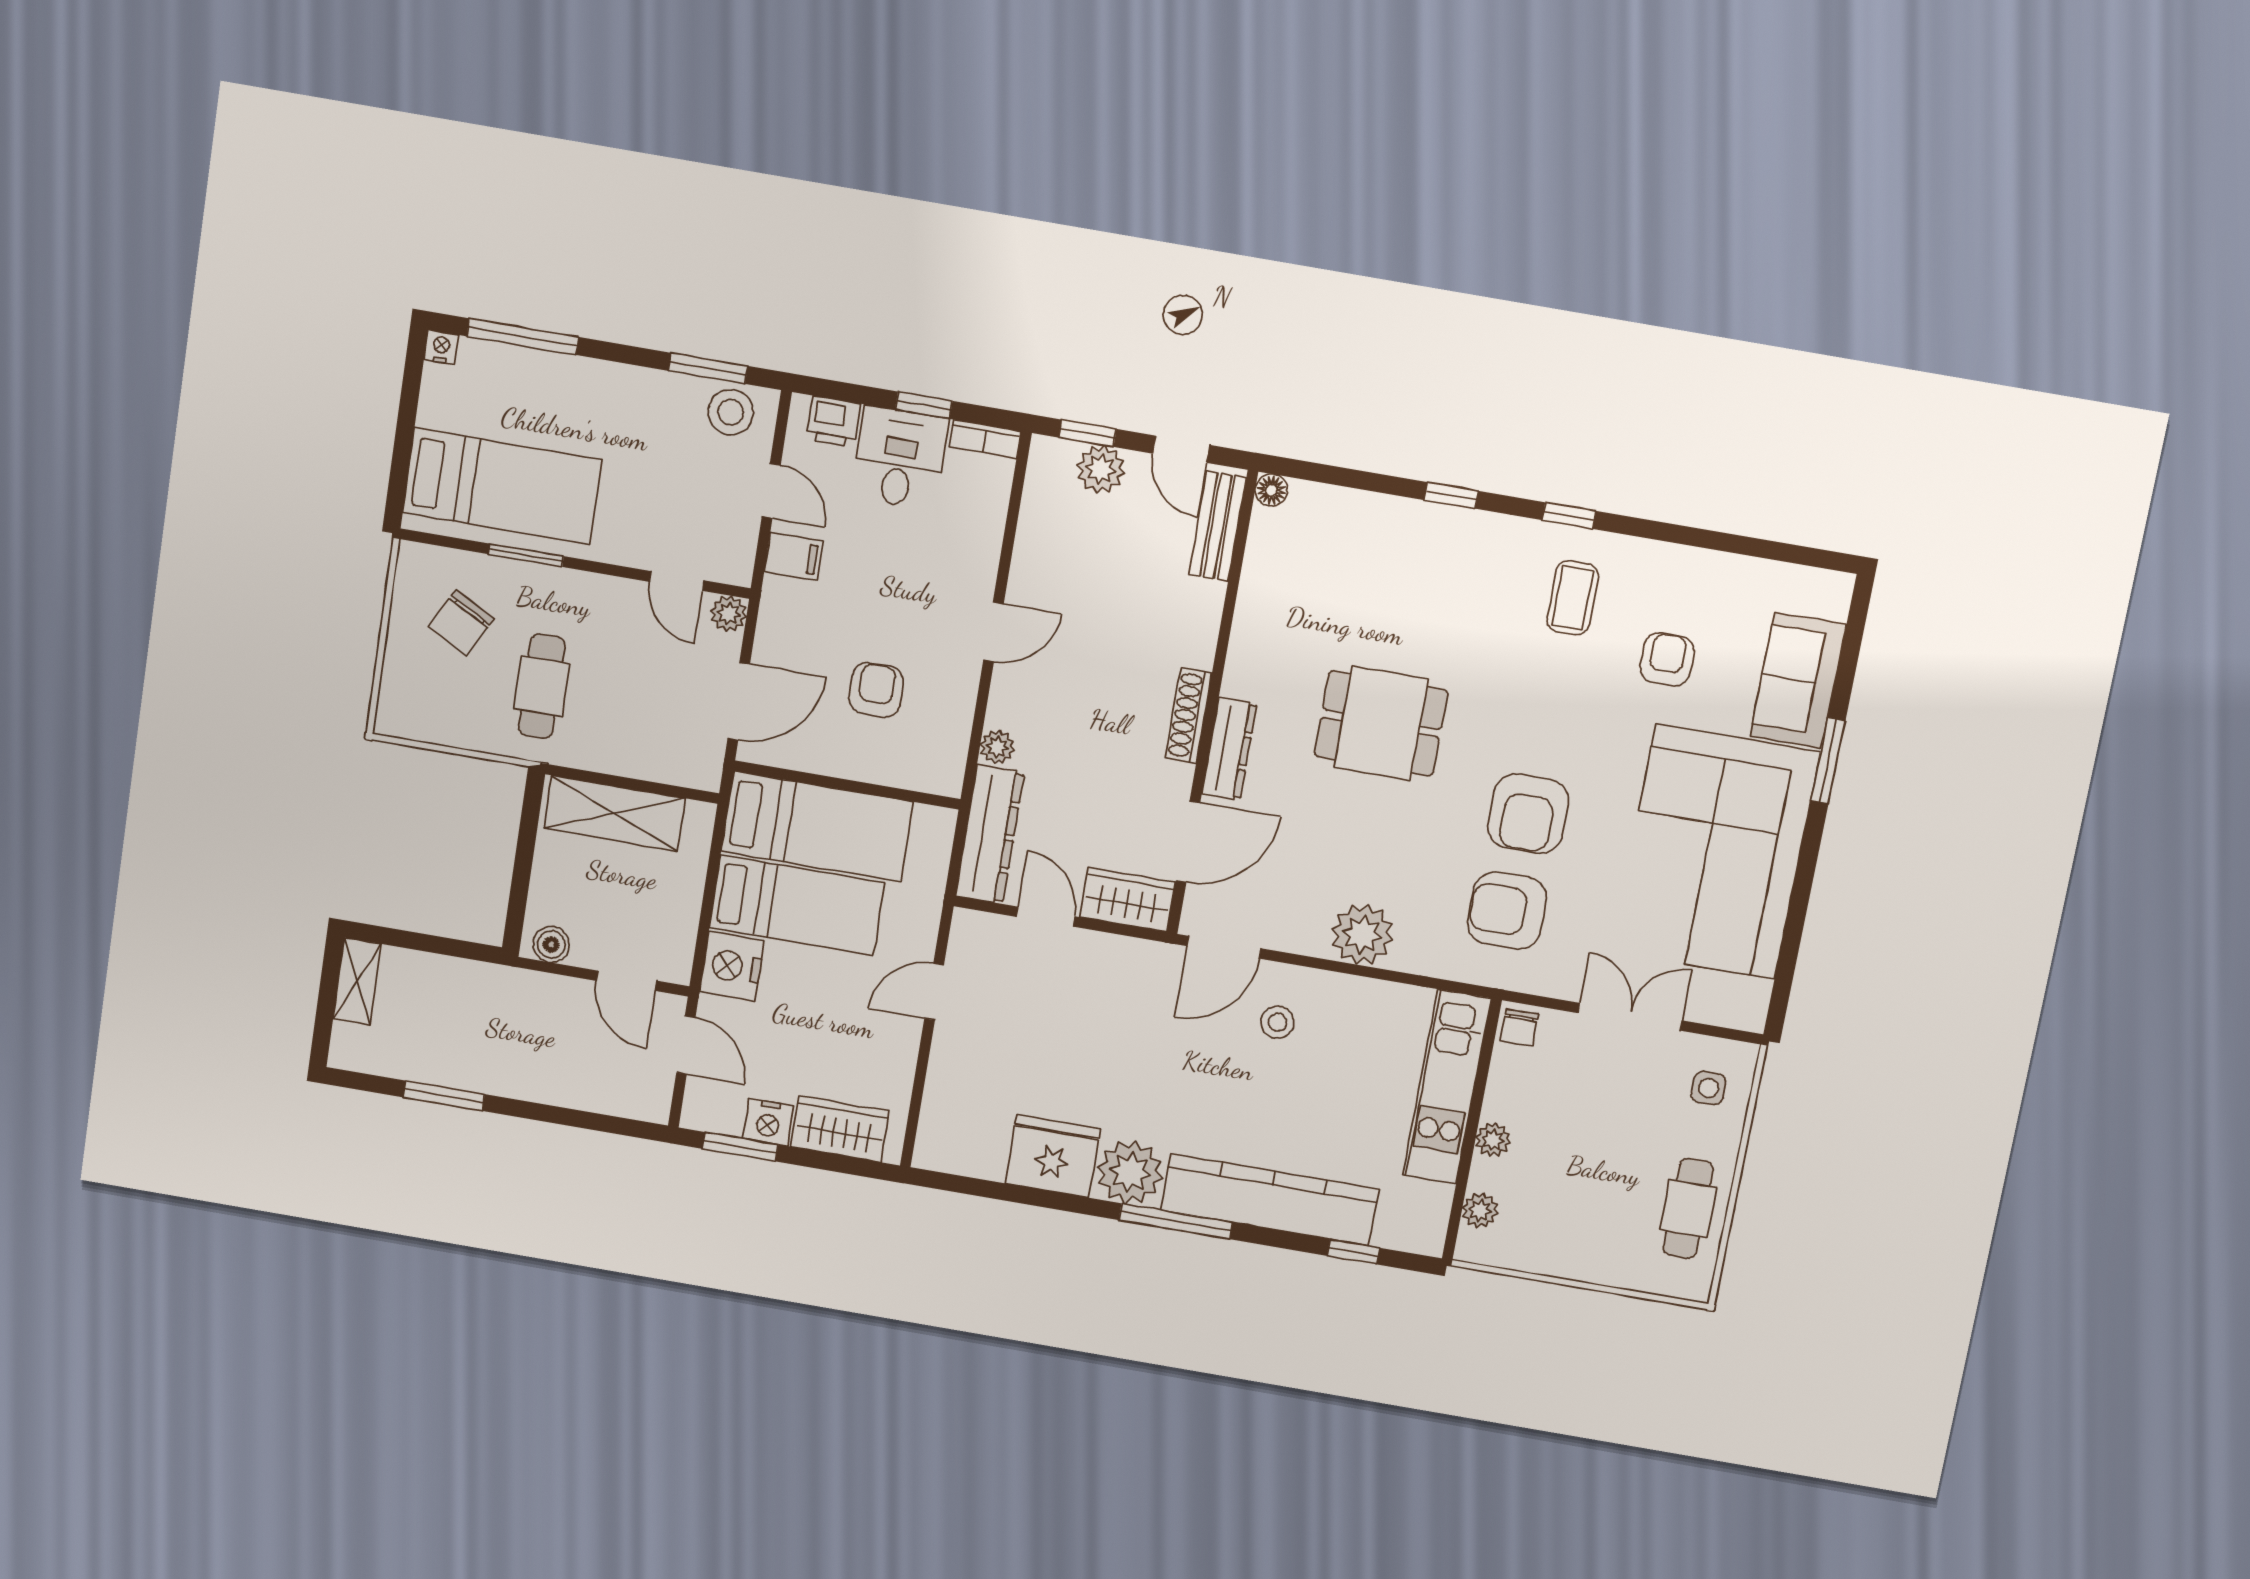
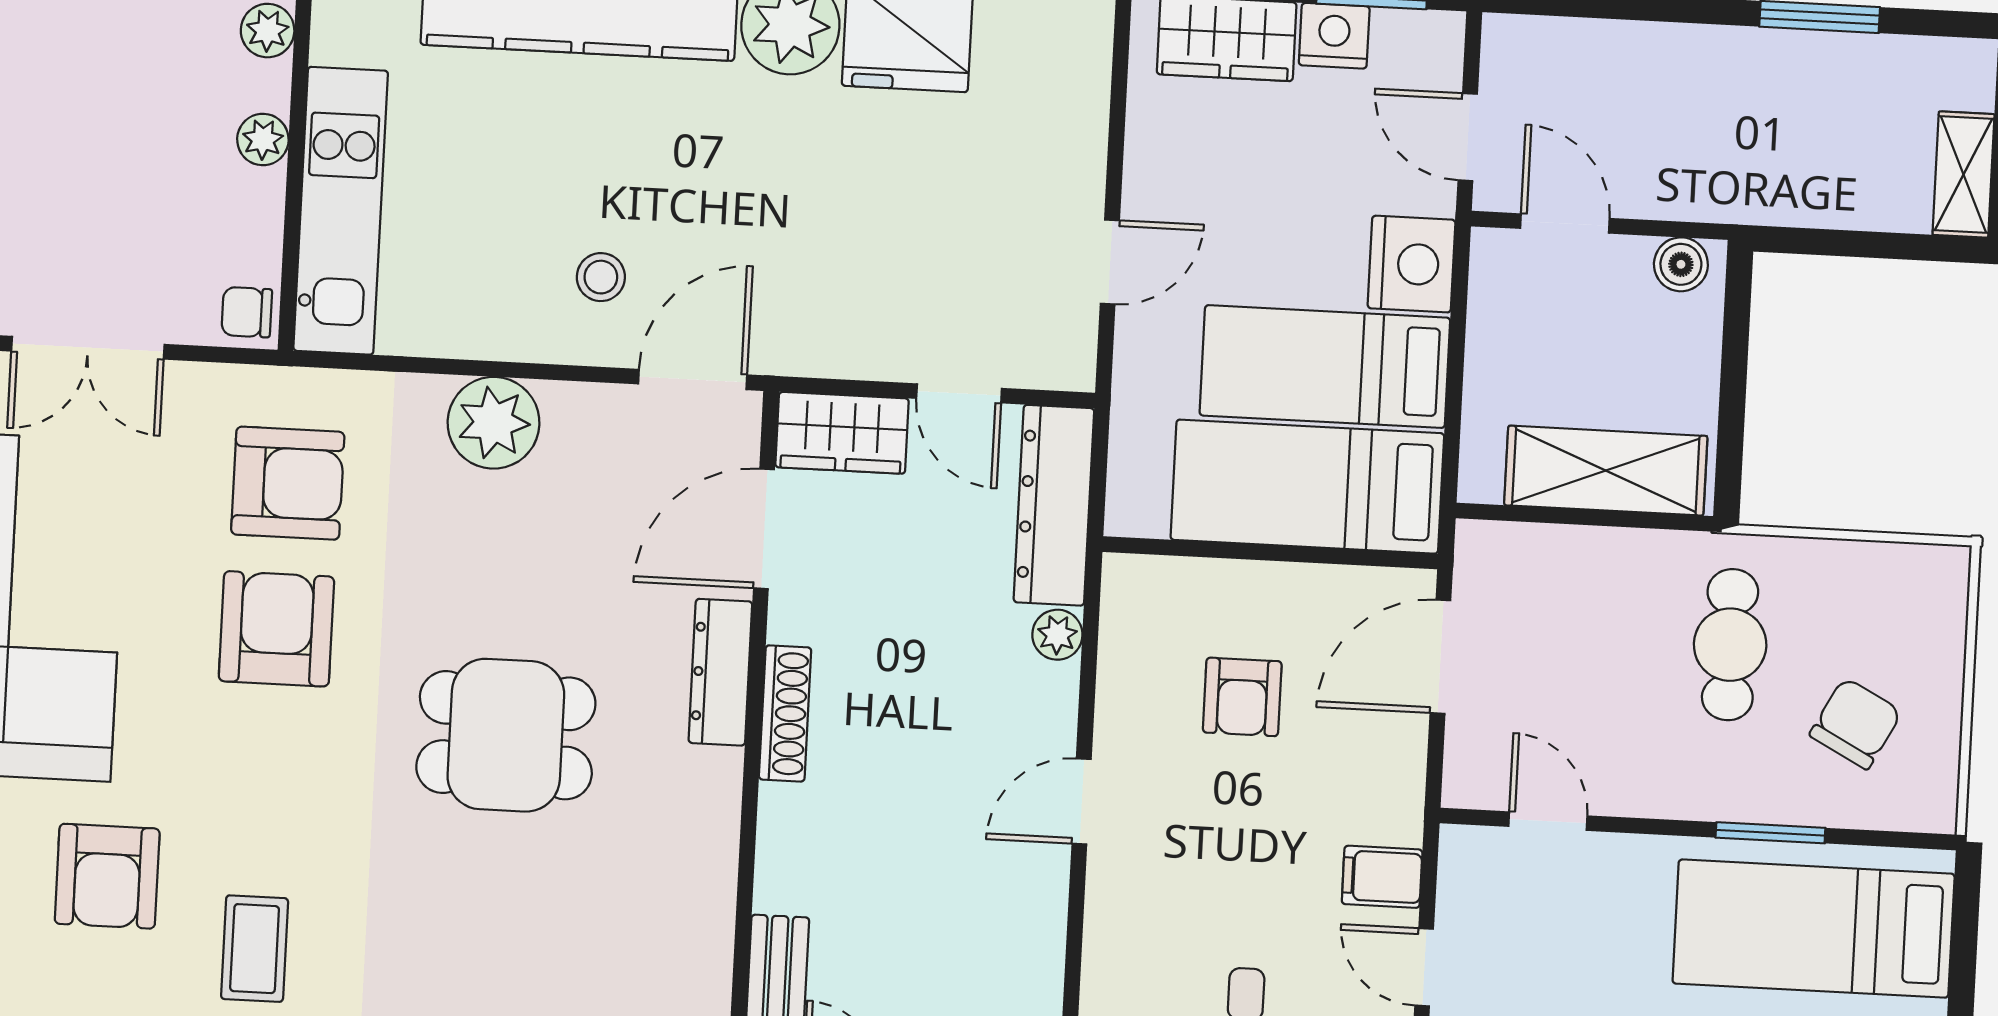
plant: (729, 614) -> (1468, 783), removed
armchair: (1667, 659) -> (107, 876), width x1.38, depth x1.38
chair: (1519, 1027) -> (247, 312), turned -90

